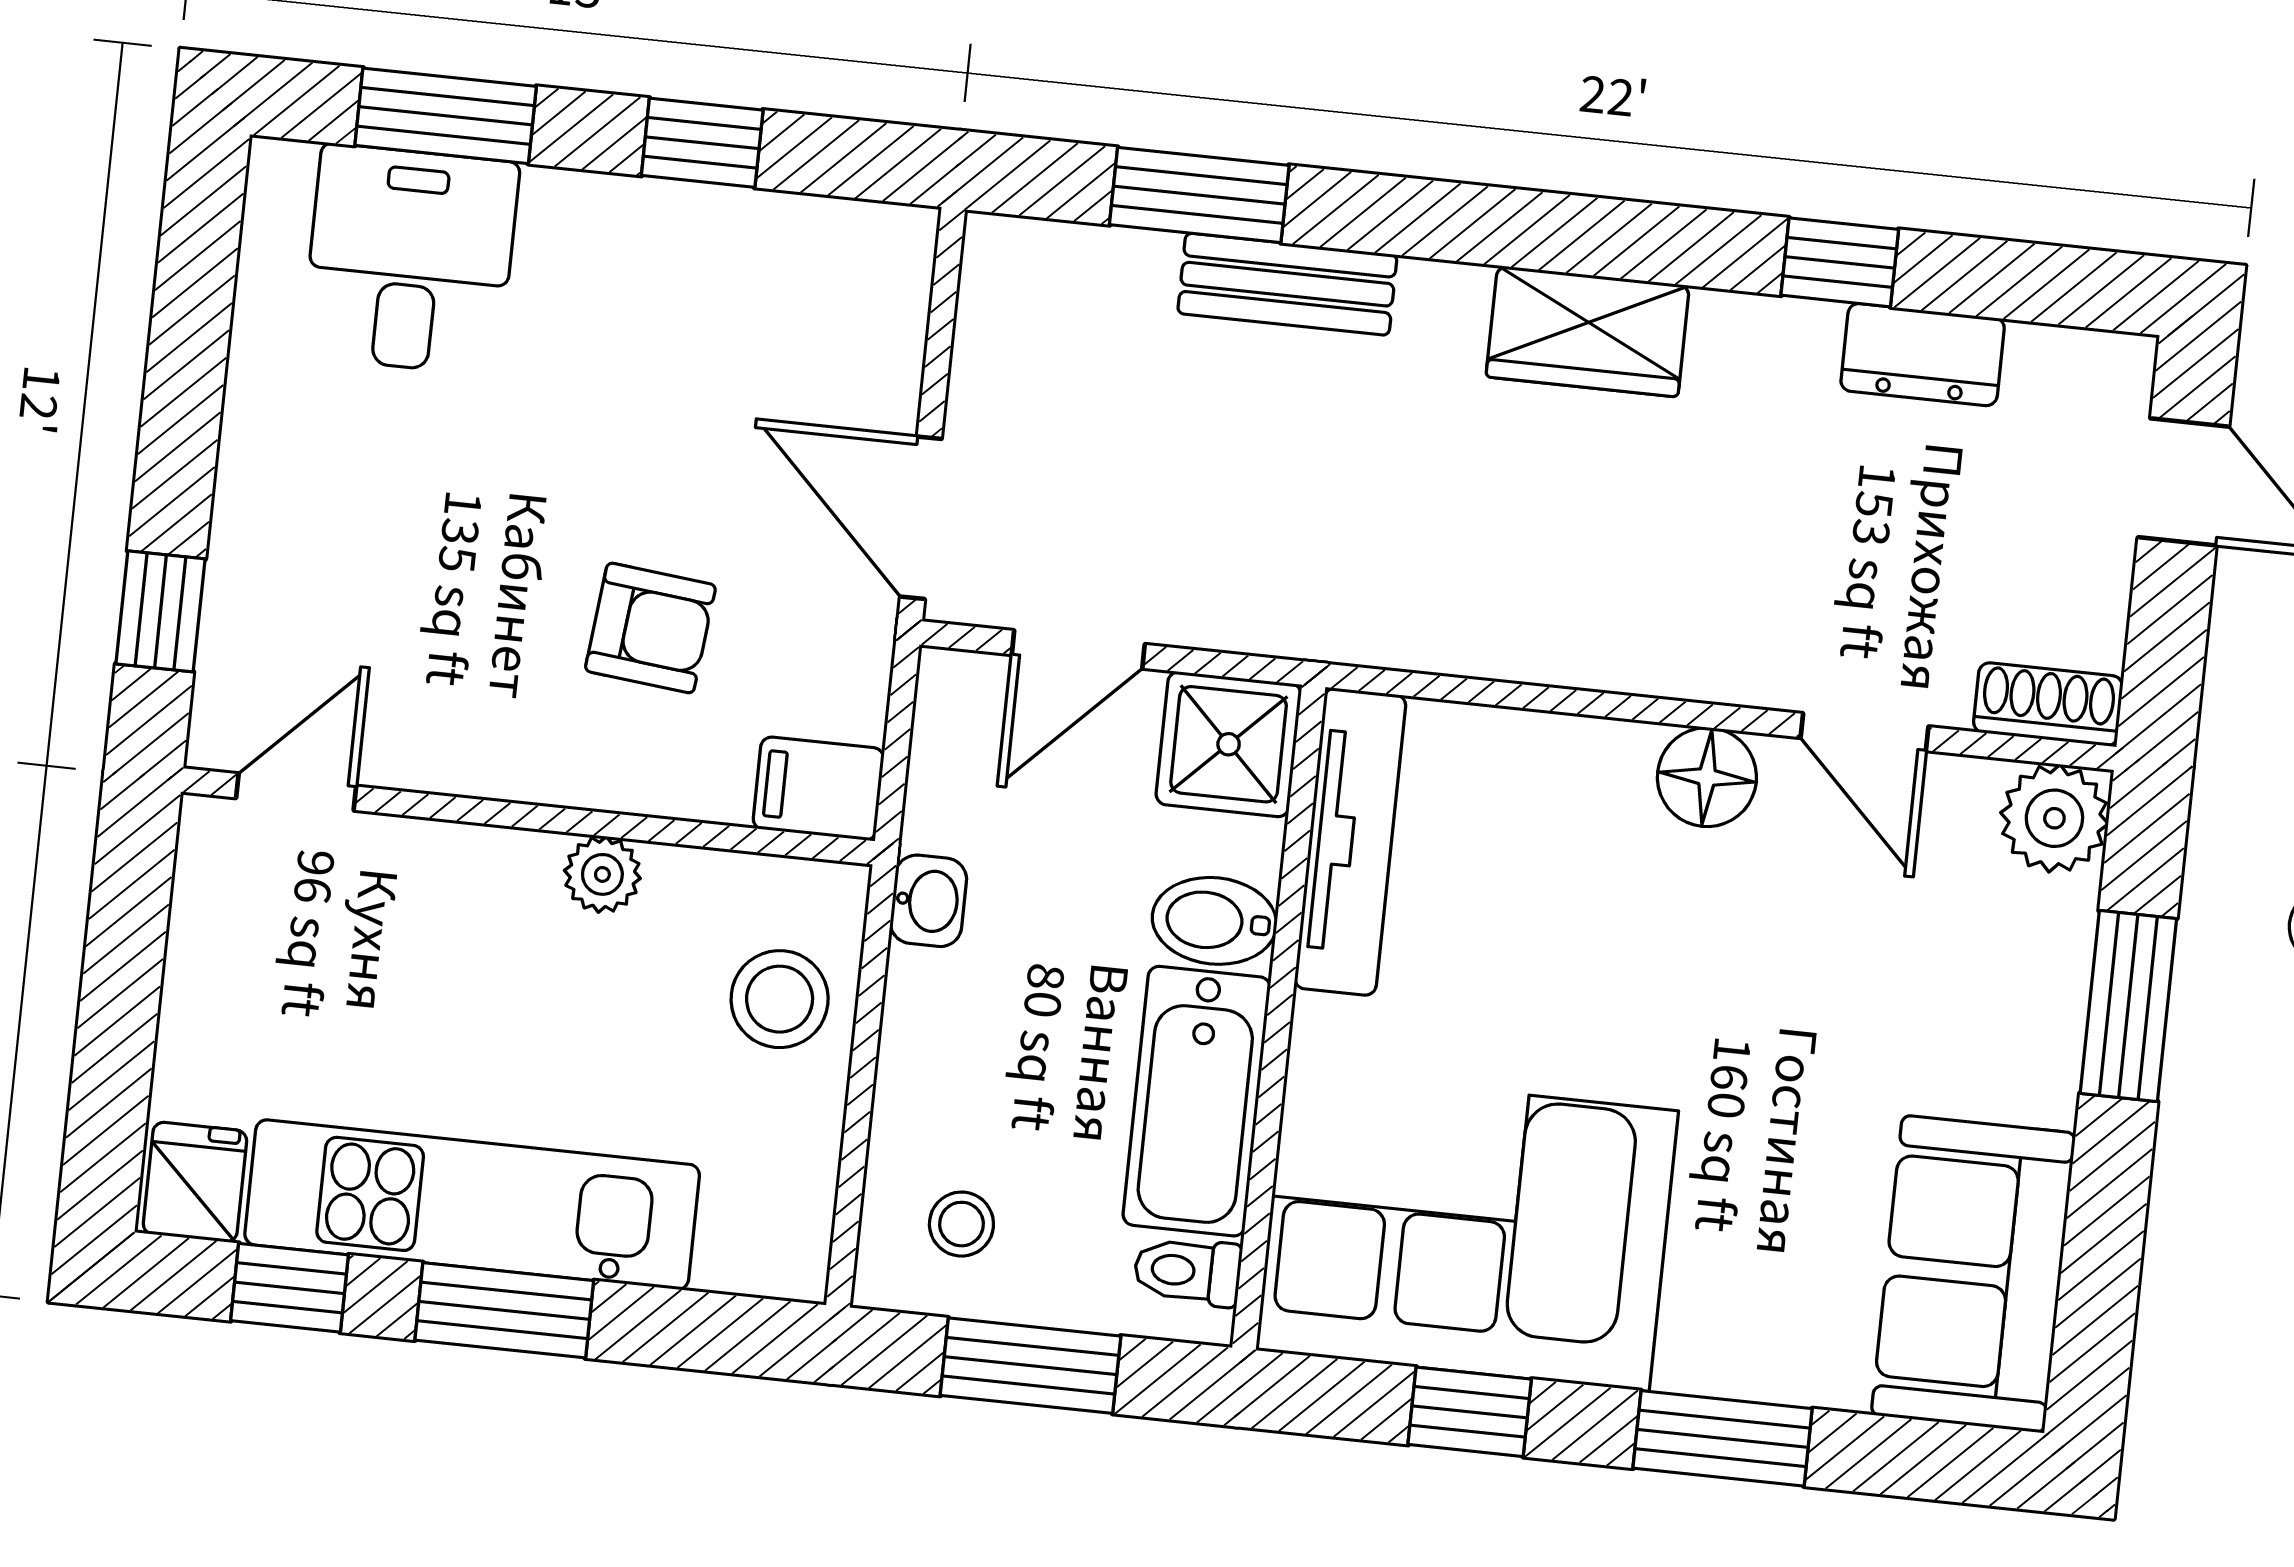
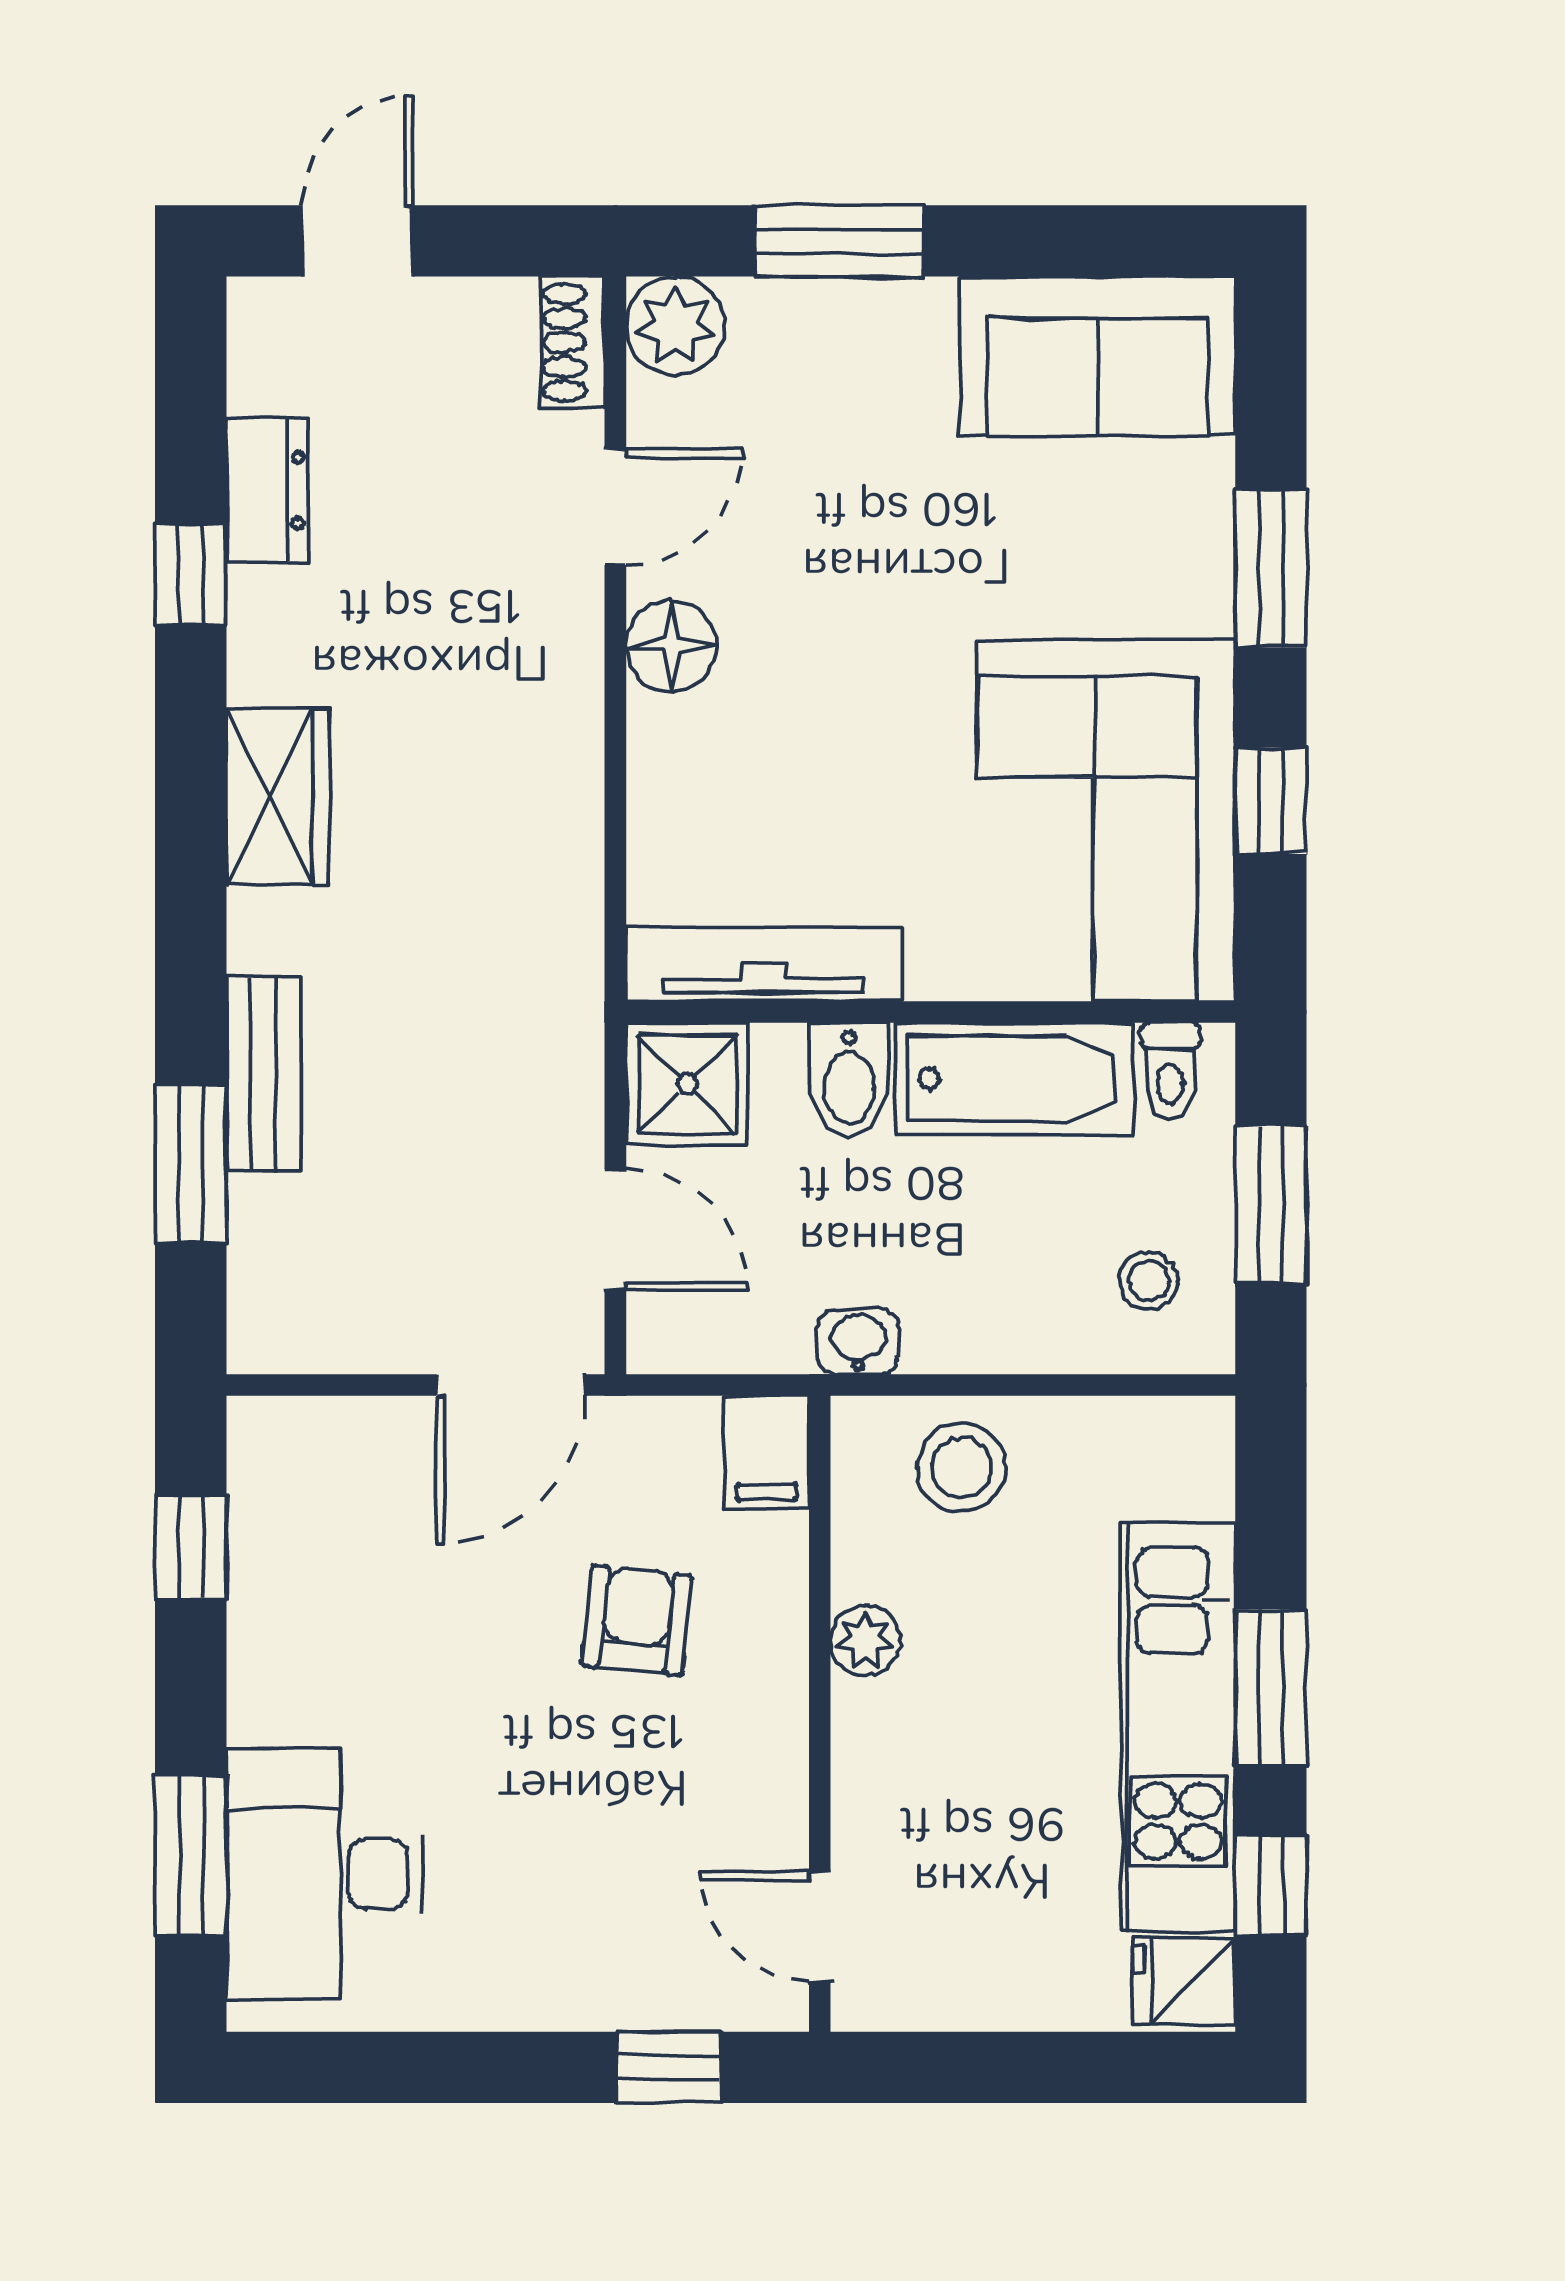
window: (702, 143) -> (191, 1547), moved
desk: (410, 259) -> (325, 1874), width x1.37

